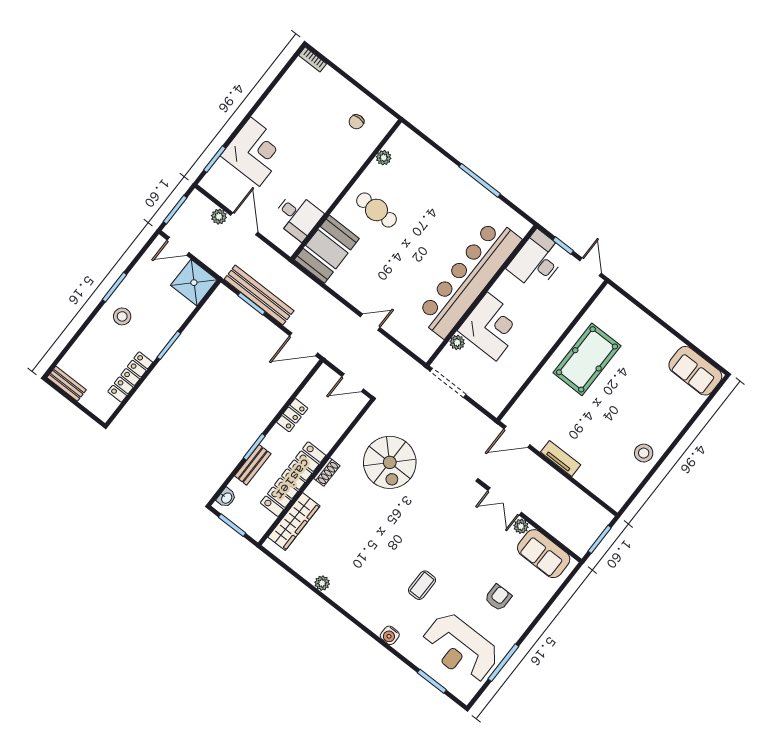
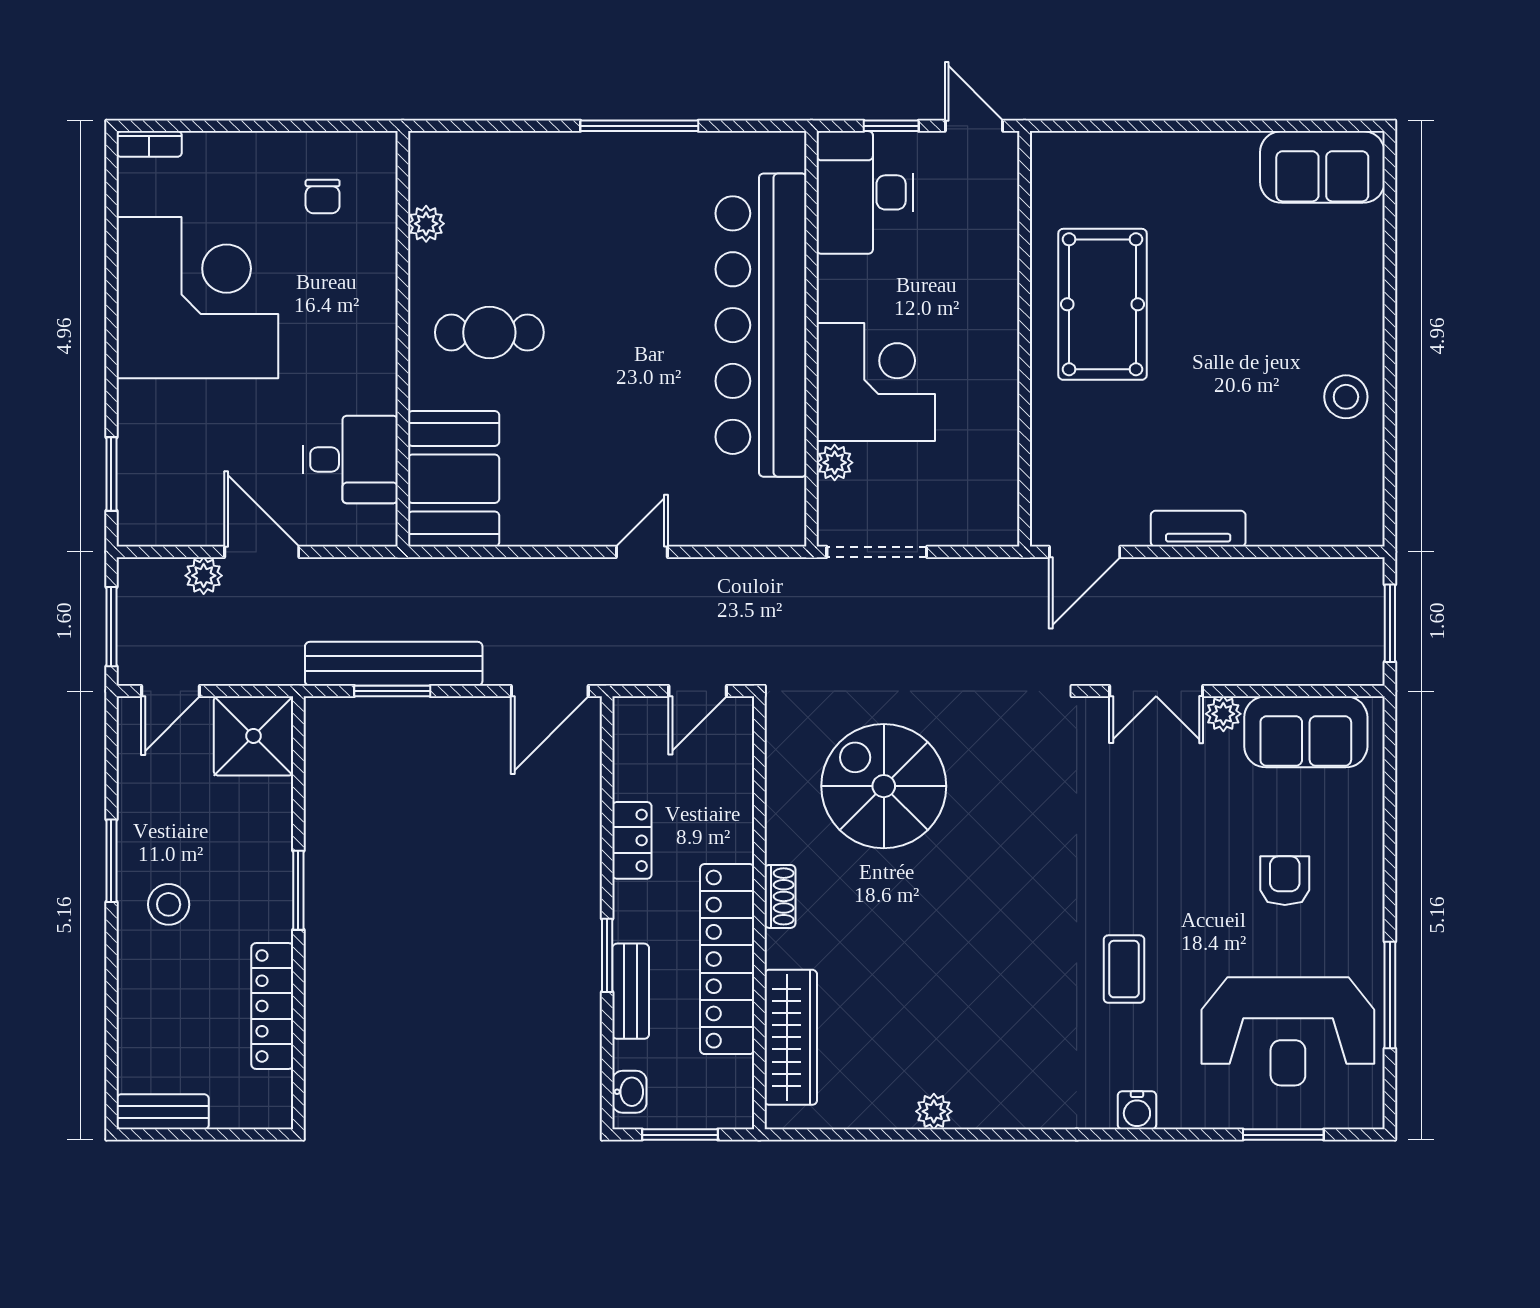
corner desk: (255, 152) -> (197, 298), moved, width x1.36, depth x1.36
spiral stairs: (390, 462) -> (884, 786), turned 180

